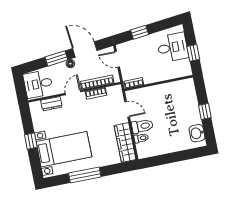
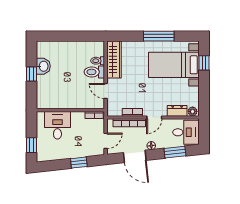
desk: (172, 47) -> (57, 125), moved, turned 90
window: (193, 53) -> (31, 145), moved
window: (56, 58) -> (175, 152), moved
door: (117, 59) -> (106, 141), hinge flipped
plant: (36, 106) -> (193, 111), added
washbasin: (197, 133) -> (43, 66), moved
window: (31, 141) -> (204, 63), moved

